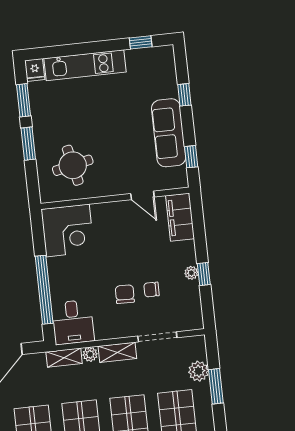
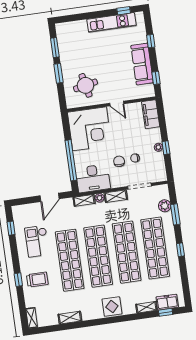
kitchen unit: (85, 65) -> (112, 22), moved
fridge: (35, 70) -> (61, 29), removed
door: (142, 195) -> (117, 103), moved
corner desk: (68, 230) -> (90, 129), width x1.36, depth x1.36
desk: (73, 322) -> (93, 178), width x1.37

